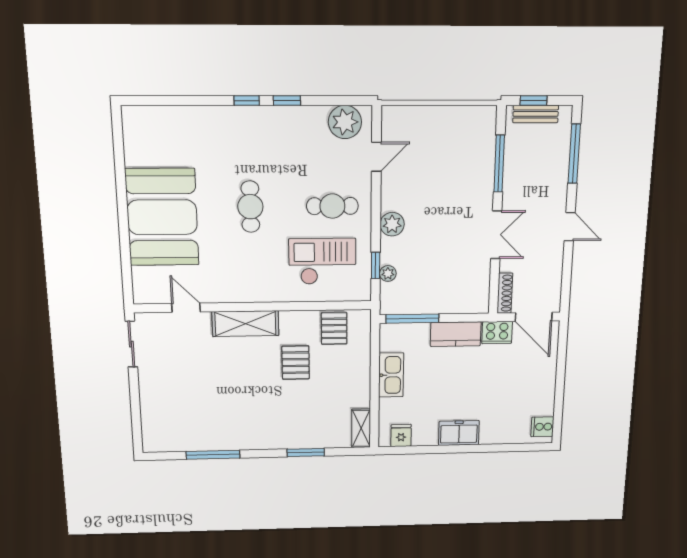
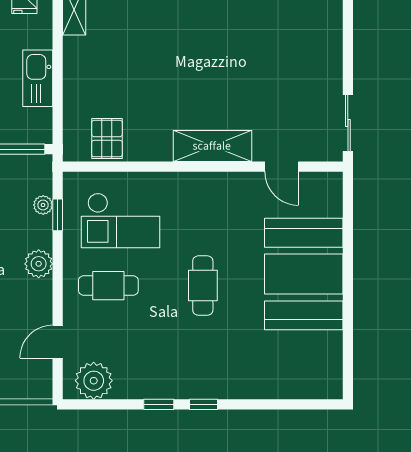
pallet: (296, 363) -> (154, 96), removed

